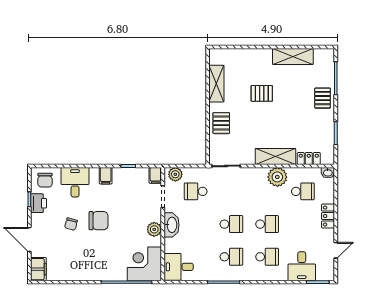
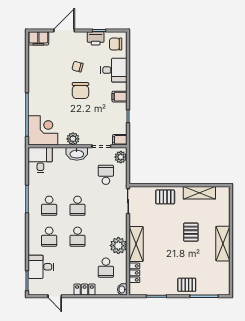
shelving: (293, 56) -> (223, 244), moved

